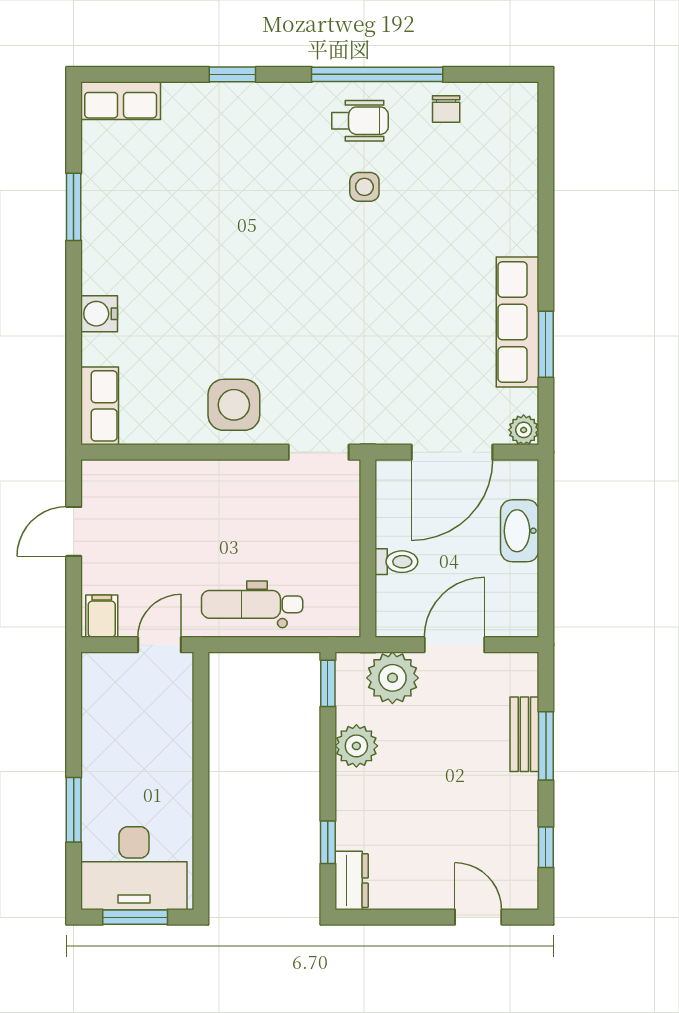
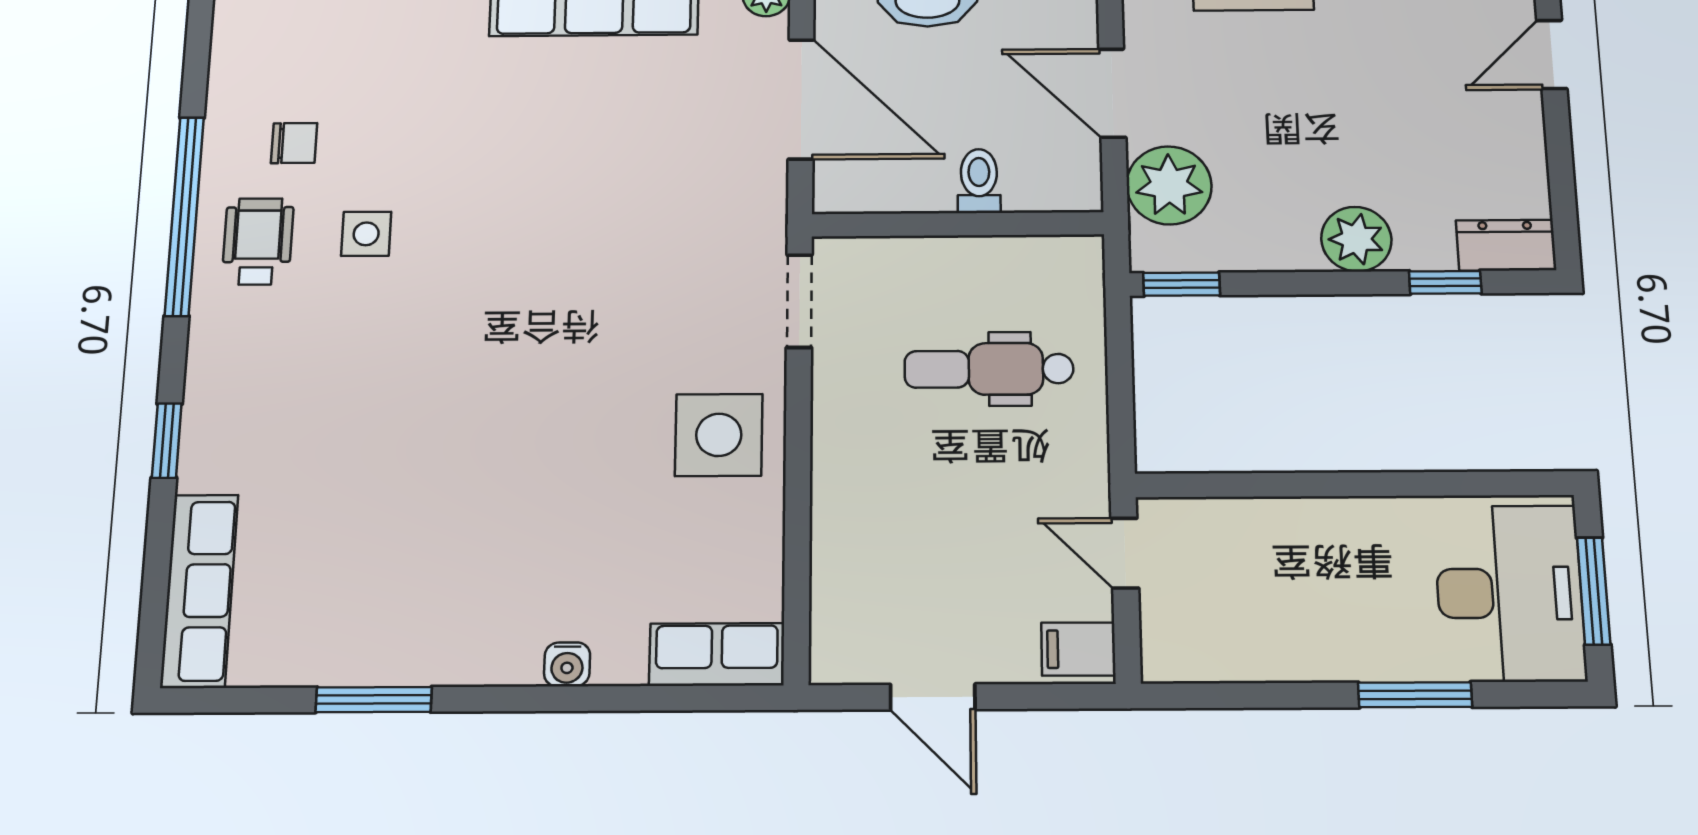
row of seats: (121, 101) -> (199, 591), width x1.48
chair: (446, 109) -> (294, 143), moved
water cooler: (99, 314) -> (567, 664), width x0.72, depth x0.72
dental chair: (252, 604) -> (989, 369), moved, turned 90
plant: (356, 746) -> (1356, 239), moved

